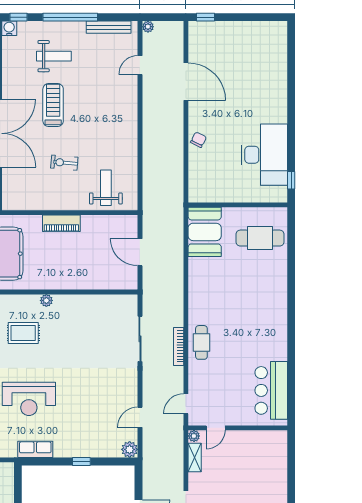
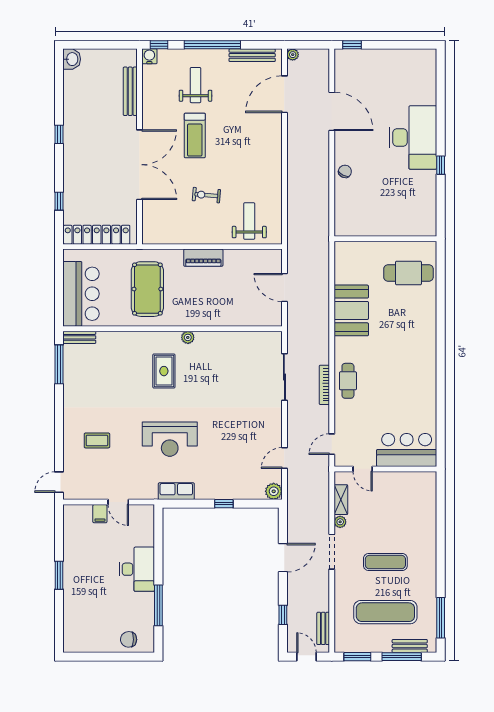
weight bench: (54, 56) -> (196, 85), turned -90
door: (140, 65) -> (284, 94), width x1.88
treadmill: (53, 105) -> (195, 136), turned 180
desk: (264, 155) -> (413, 137), moved
window: (291, 180) -> (441, 165), moved
booth: (205, 232) -> (351, 310), moved
rug: (23, 333) -> (164, 371), turned 90
bar counter: (271, 390) -> (407, 450), moved, turned 90
door: (216, 428) -> (363, 469), hinge flipped
plant: (194, 436) -> (340, 522), moved

